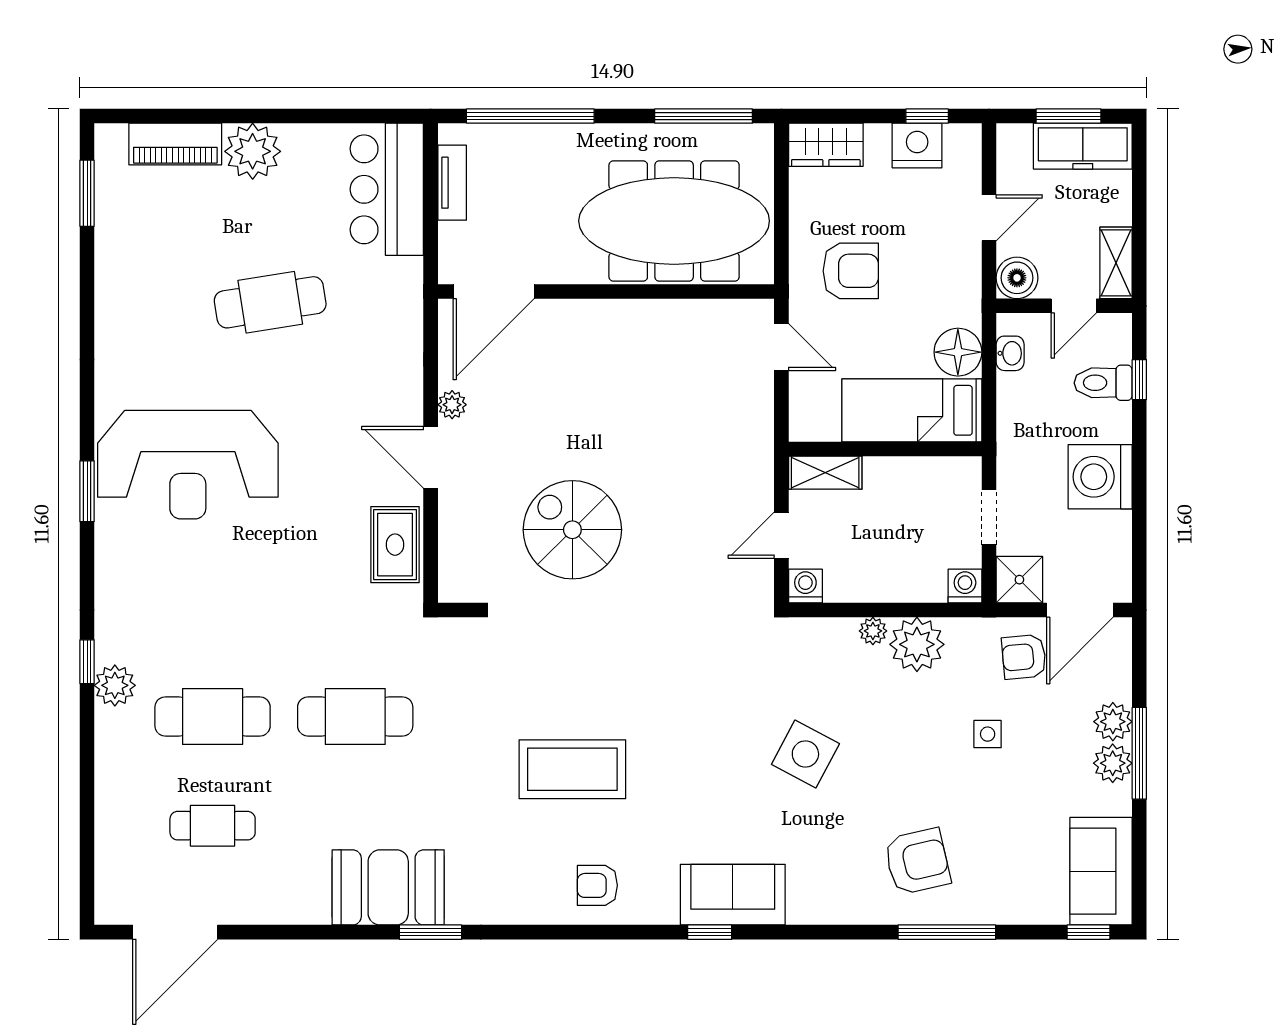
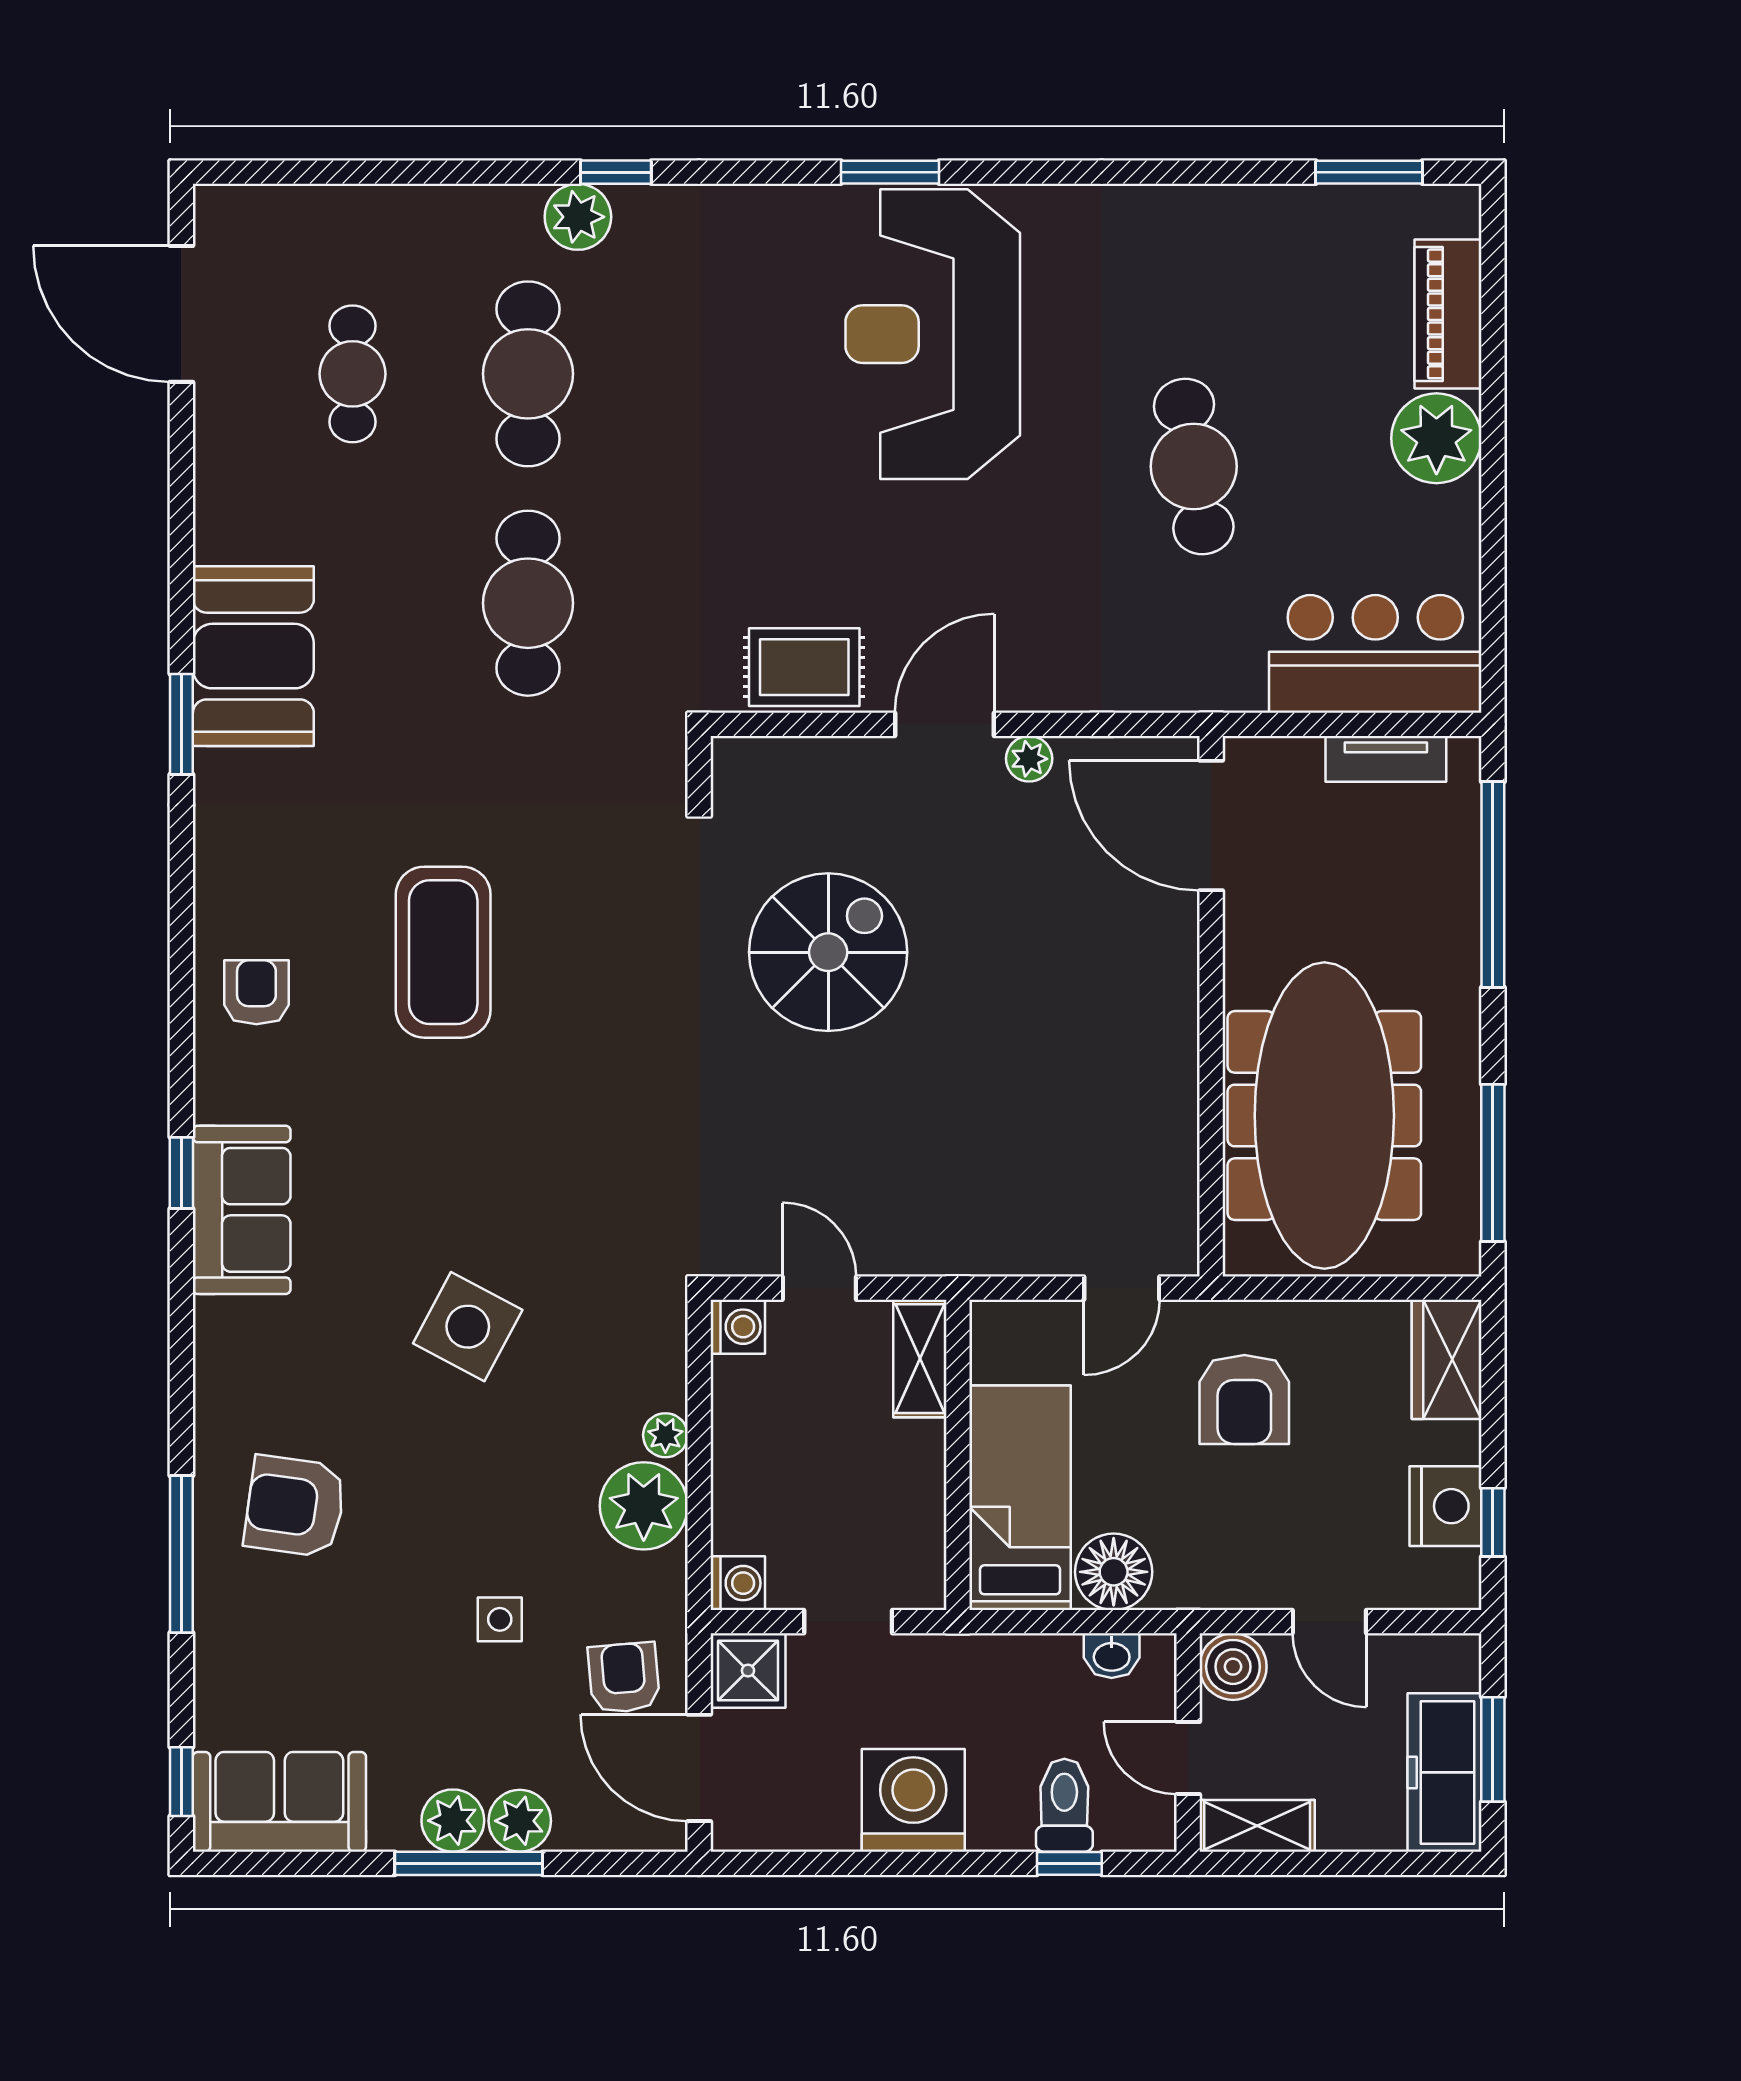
armchair: (917, 861) -> (295, 1506), turned 111

